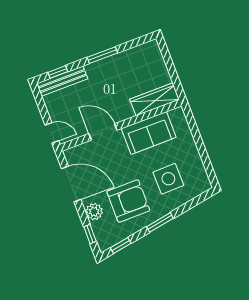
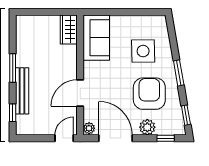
bench: (62, 81) -> (22, 91), moved
wardrobe: (155, 99) -> (69, 30), width x0.67
sofa: (149, 133) -> (96, 38), moved
plant: (71, 154) -> (89, 128), added
door: (71, 184) -> (115, 138), hinge flipped

